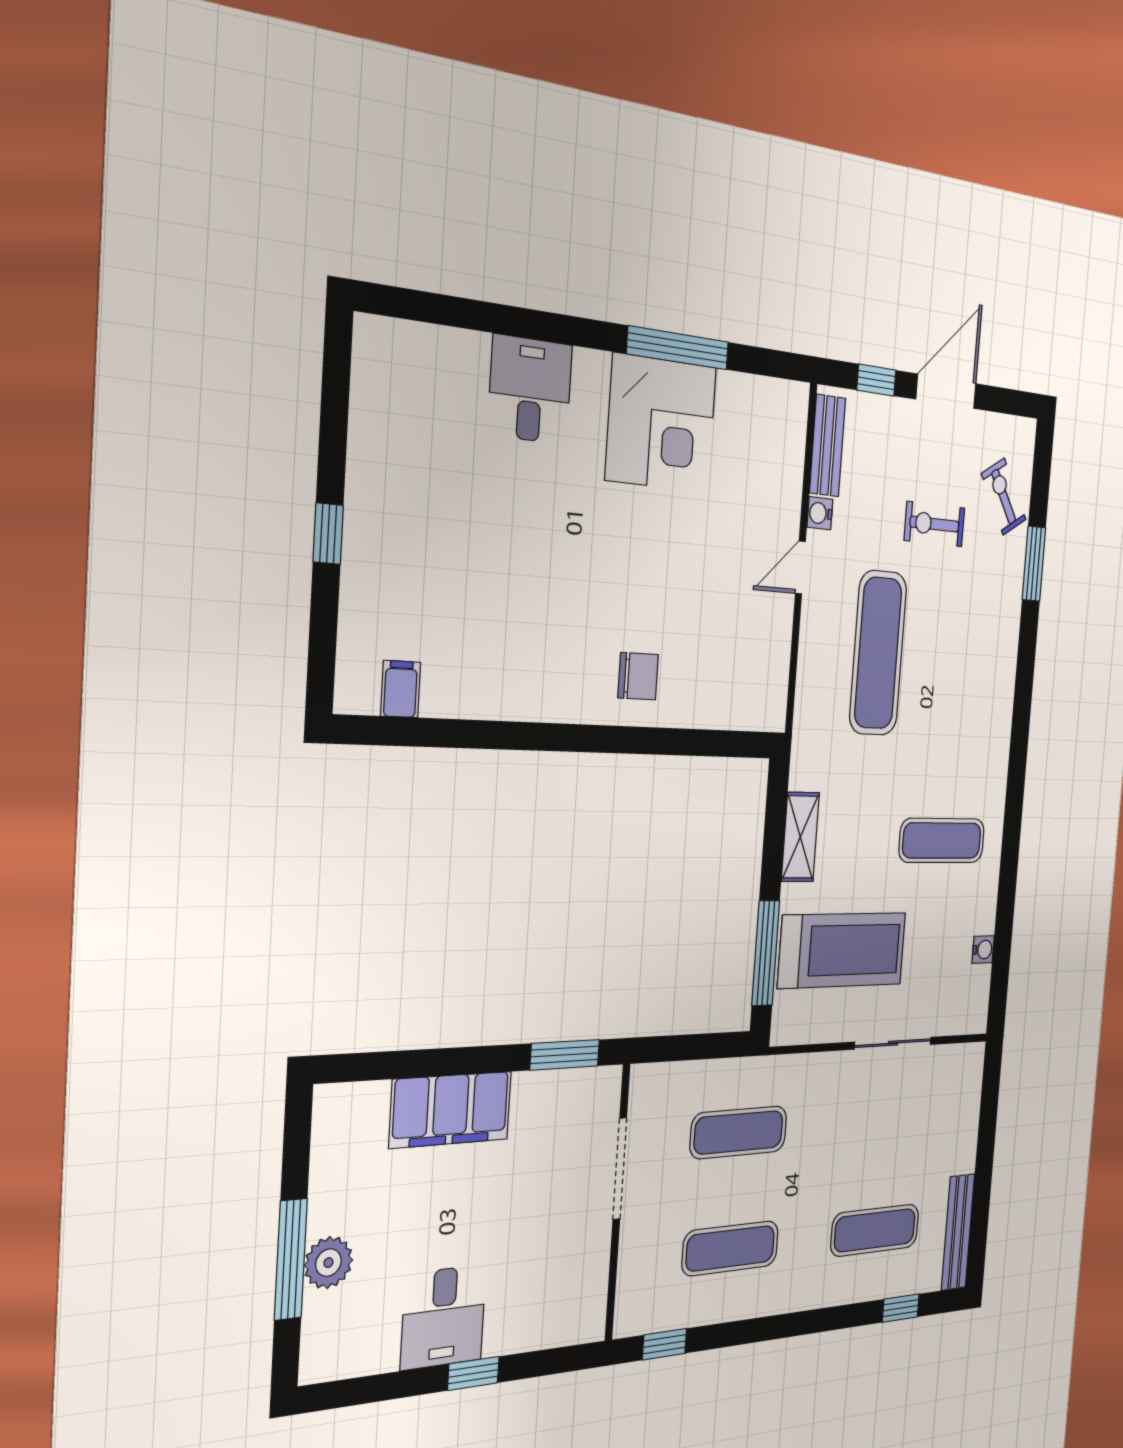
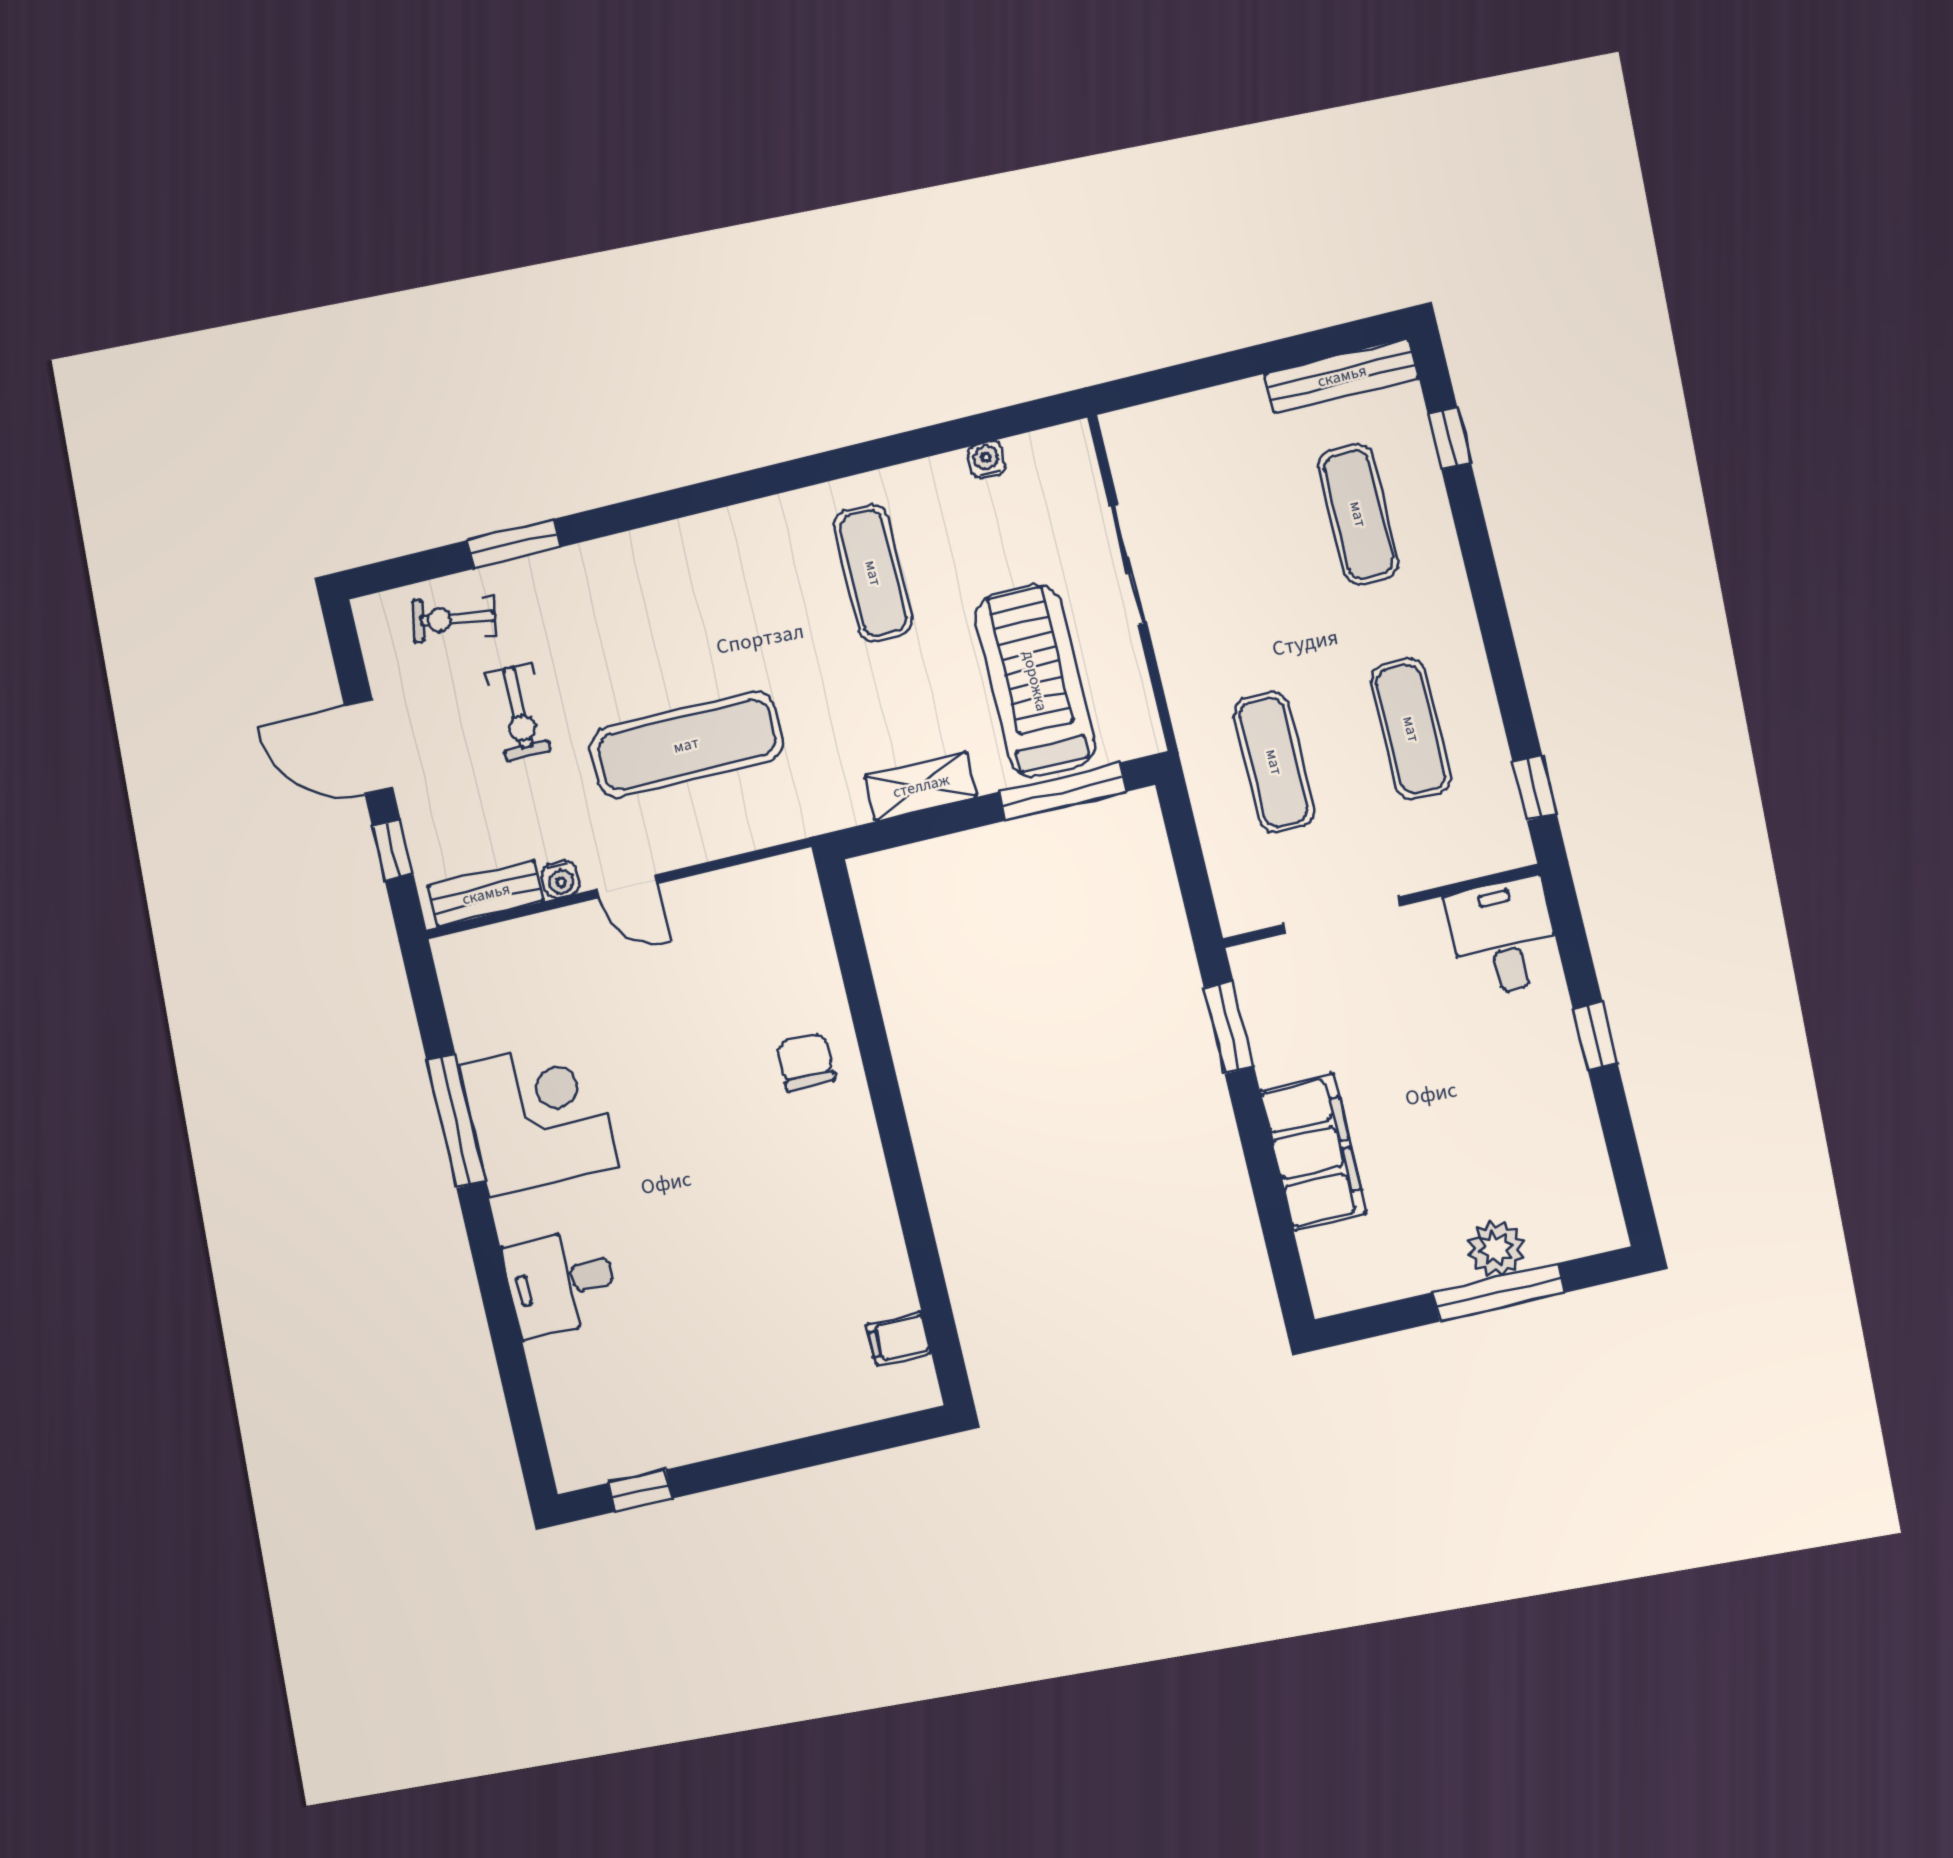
exercise bike: (1004, 497) -> (454, 619), turned 42
window: (328, 534) -> (641, 1491), moved
desk: (443, 1317) -> (1504, 937), moved, turned -90

